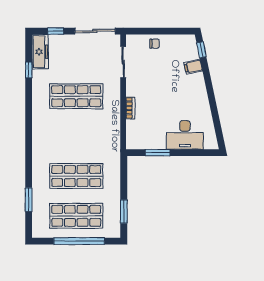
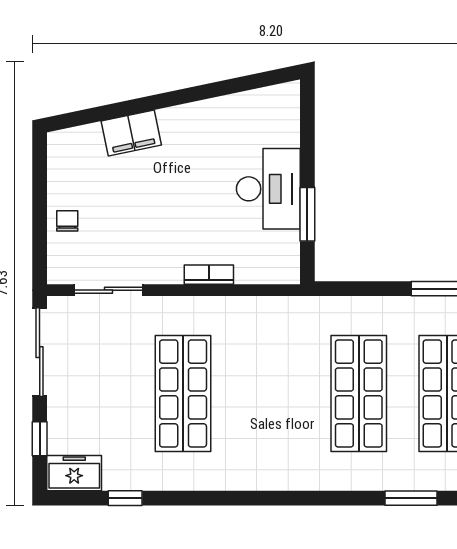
window: (201, 50) -> (81, 118), removed
freezer: (40, 52) -> (74, 473), width x0.71
filing cabinet: (193, 67) -> (131, 133), width x2.00
desk: (185, 135) -> (268, 189), moved

